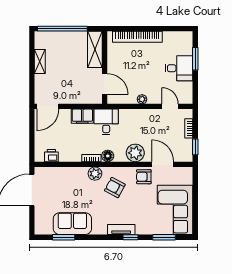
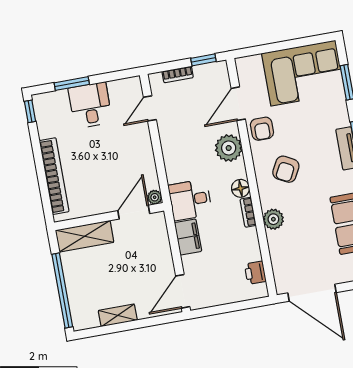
window: (182, 29) -> (30, 111), added
plant: (142, 99) -> (155, 197), moved
door: (48, 106) -> (183, 291), swing flipped
plant: (95, 174) -> (273, 219), moved

